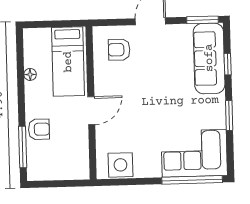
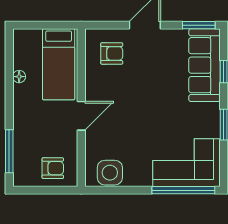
armchair: (119, 50) -> (112, 53), turned 180
armchair: (39, 129) -> (53, 168), moved

